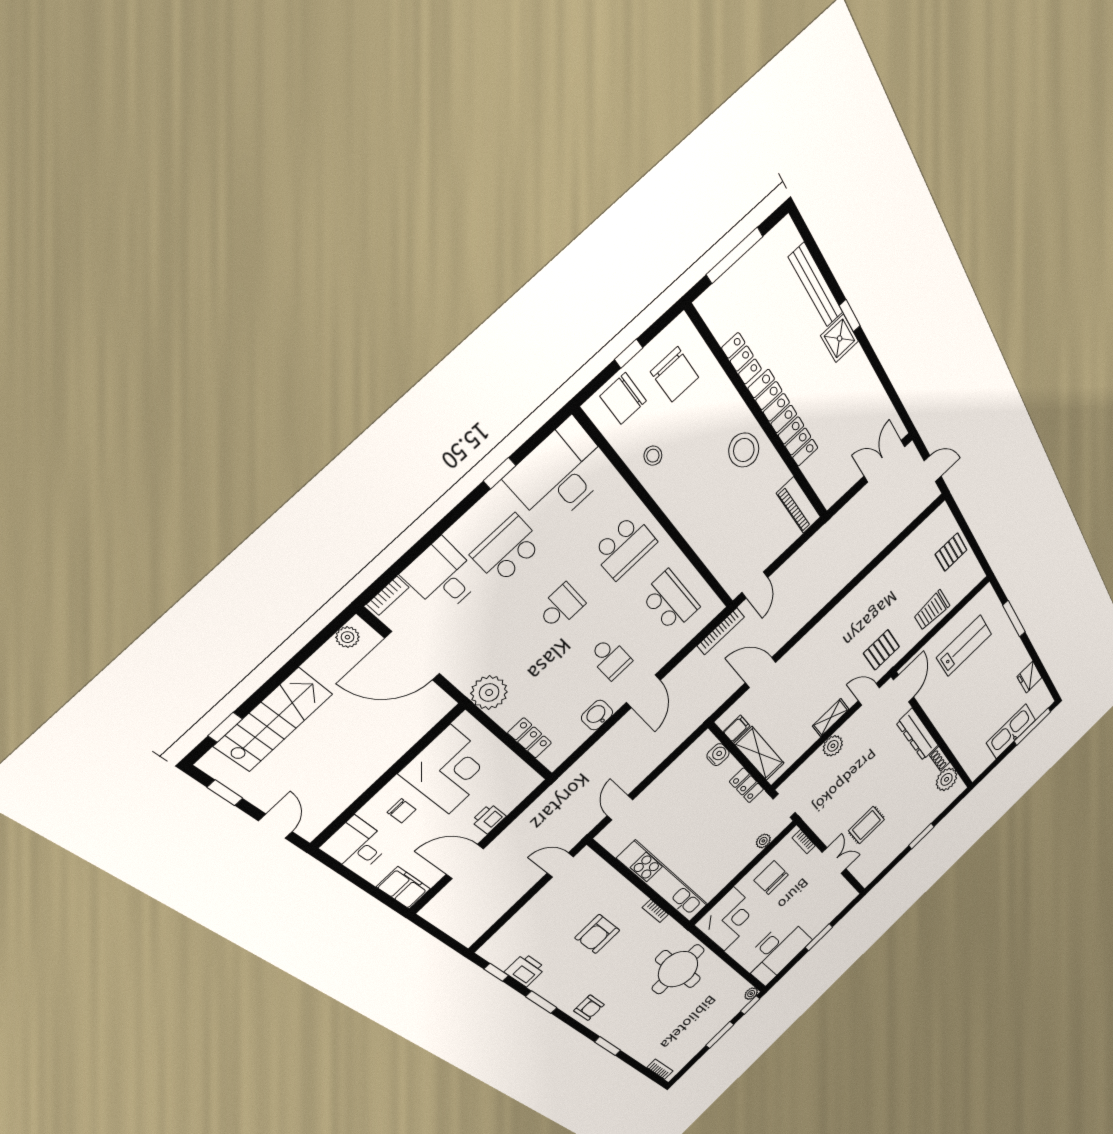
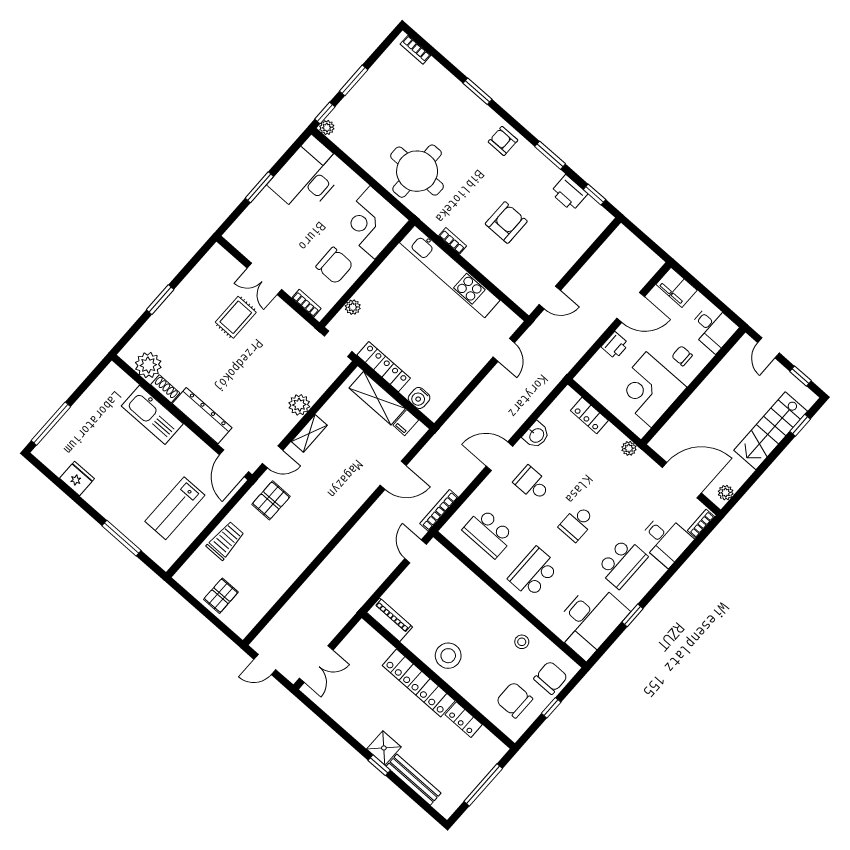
door: (643, 691) -> (499, 456), hinge flipped
plant: (489, 693) -> (629, 448), width x0.53, depth x0.53
kitchen sink: (1011, 731) -> (152, 415), moved, turned 90
locker: (747, 785) -> (384, 367), width x1.53

